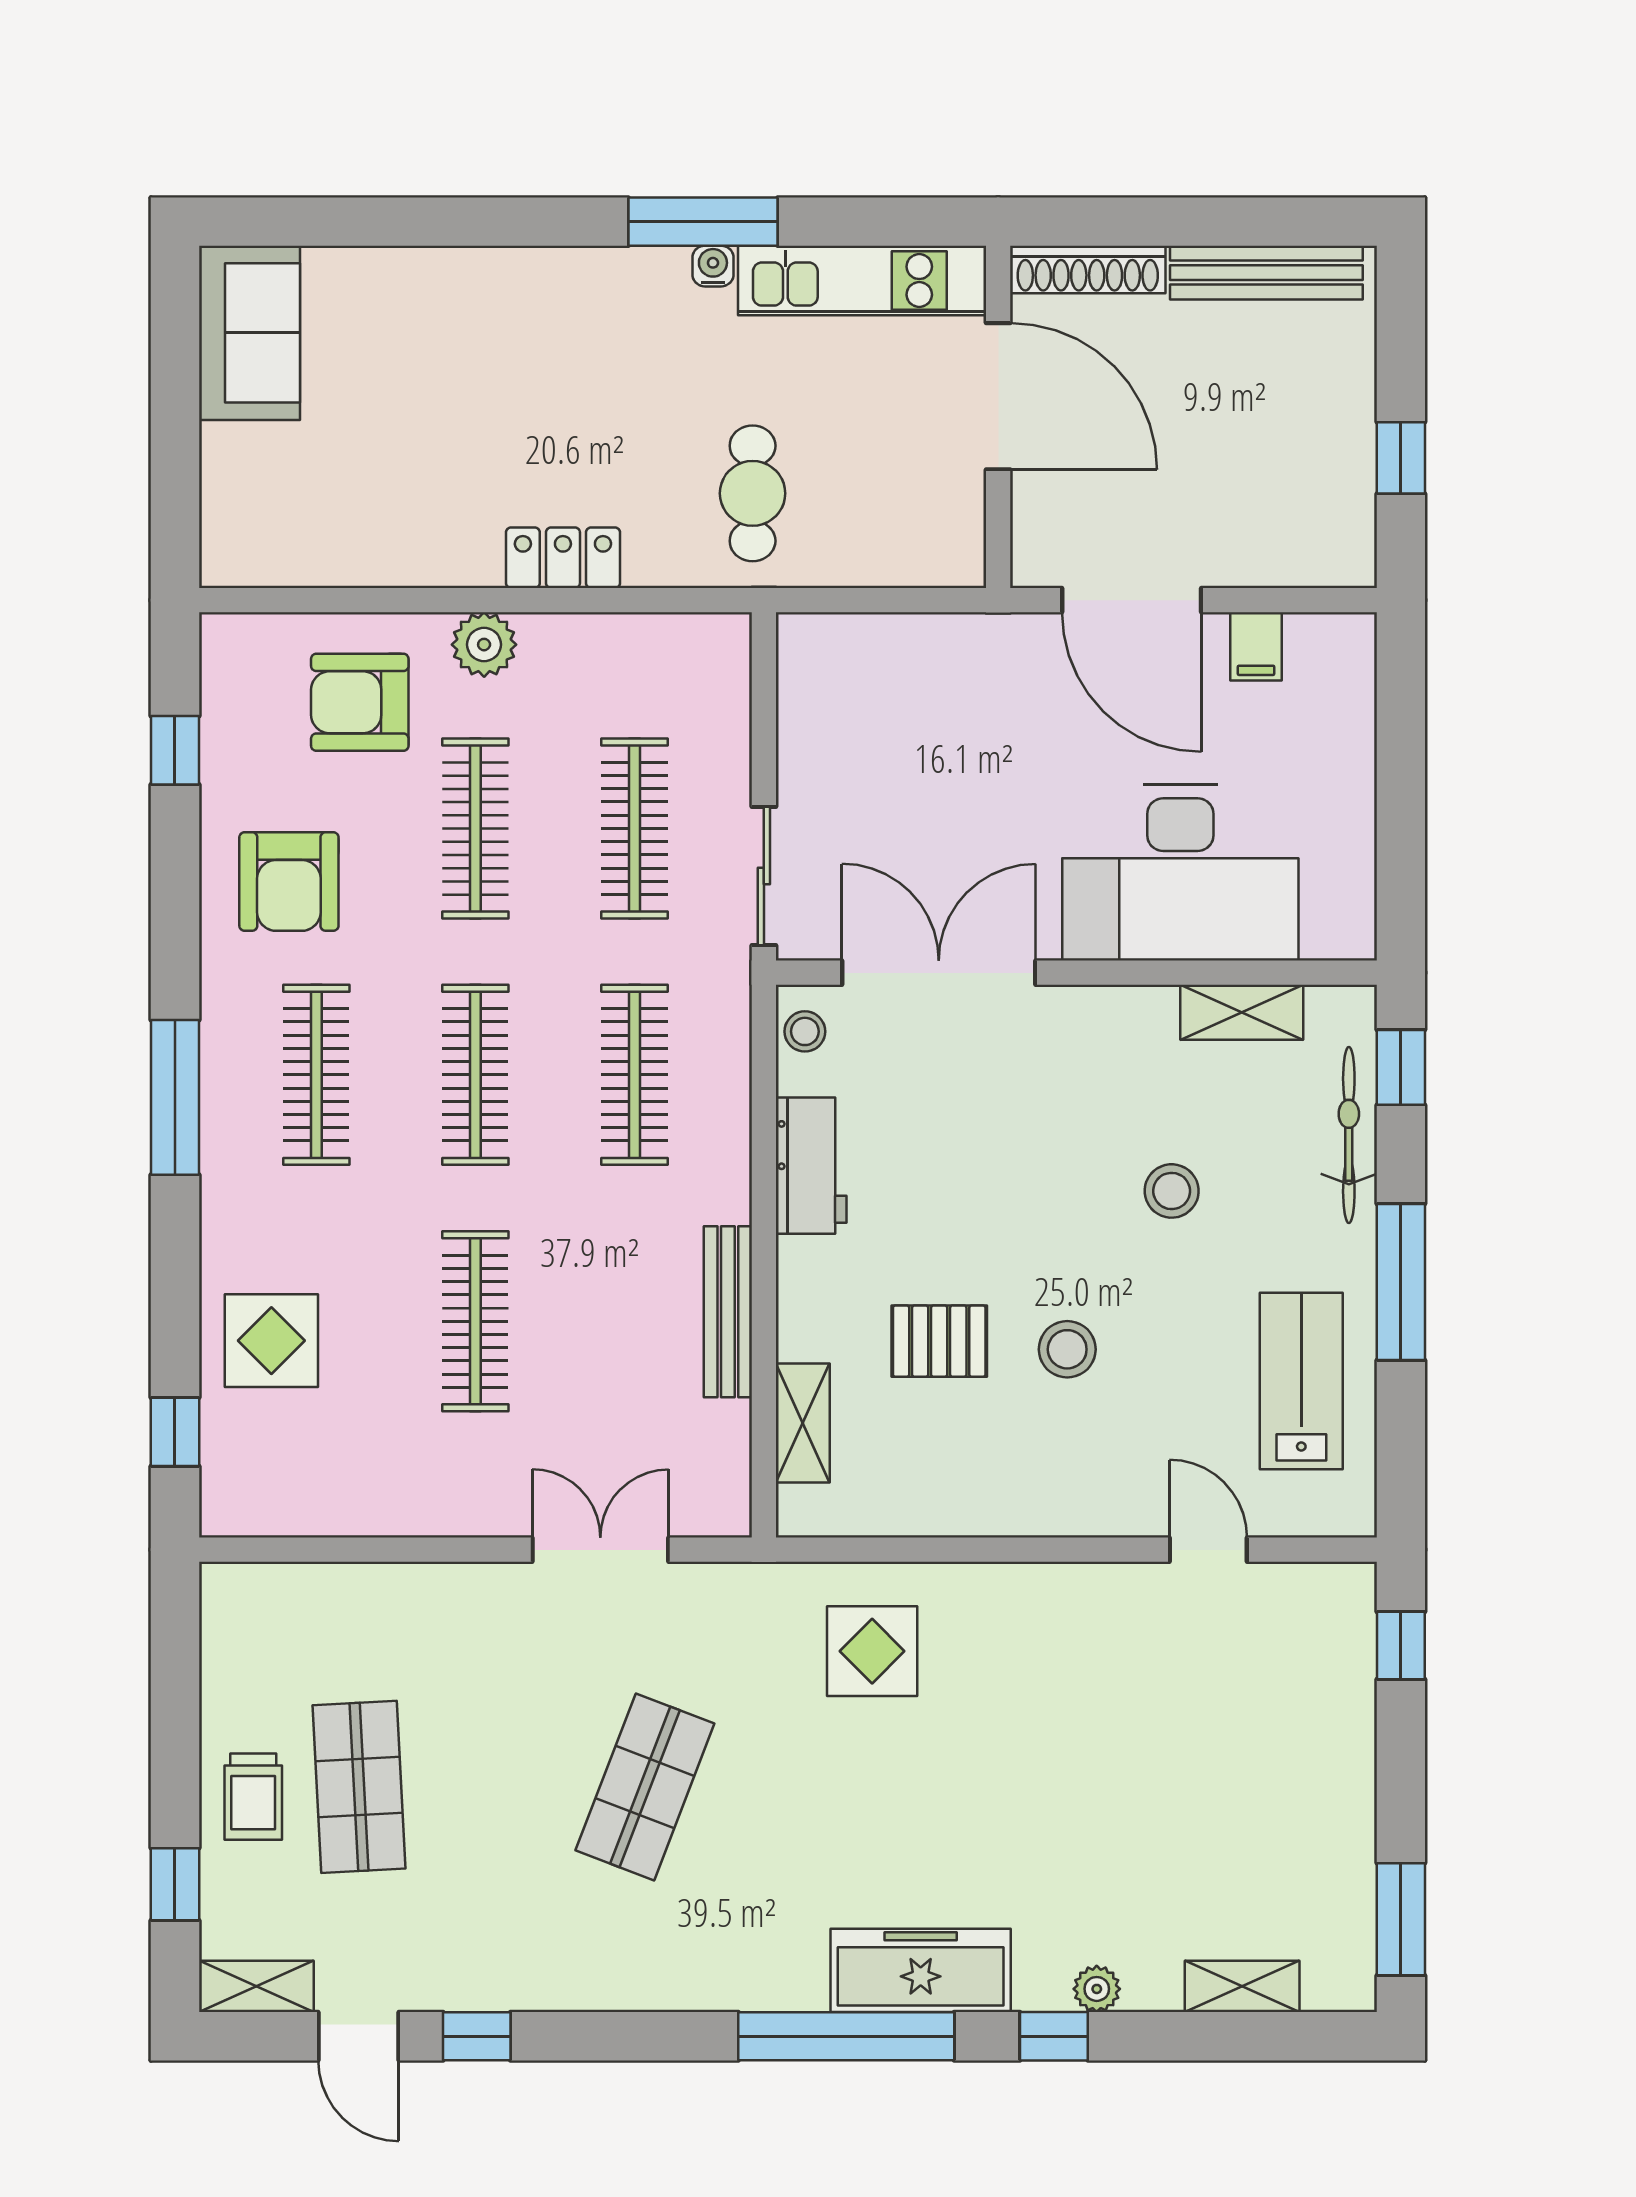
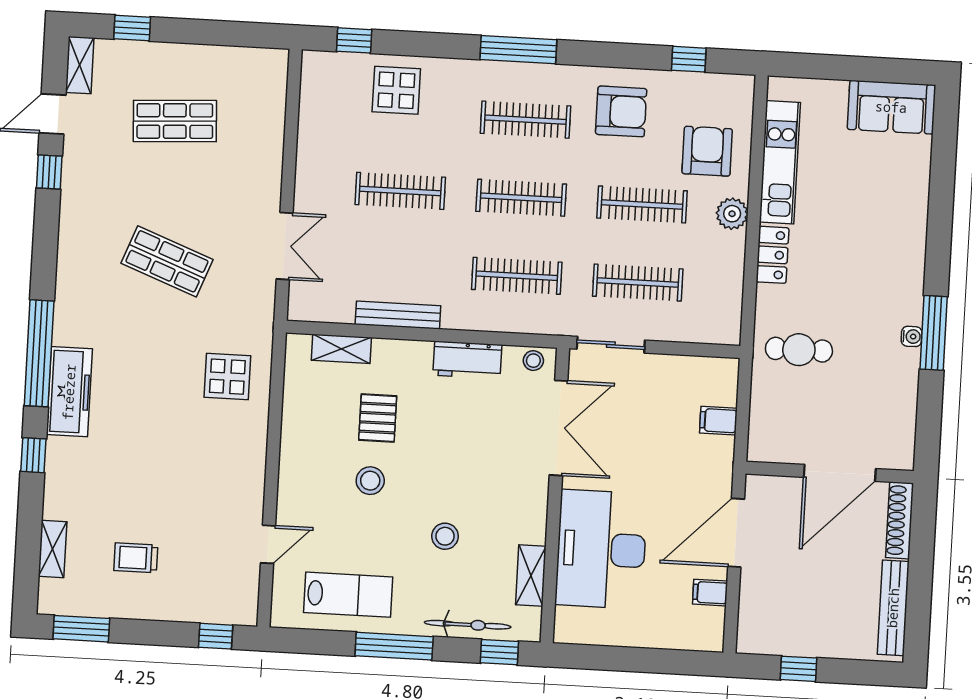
kitchen unit: (862, 281) -> (780, 162), moved, turned 180
filing cabinet: (906, 649) -> (718, 421), added
armchair: (289, 882) -> (621, 111), turned 180
trolley: (253, 1797) -> (136, 558), moved
plant: (1097, 1989) -> (55, 478), removed

